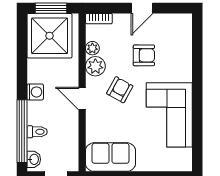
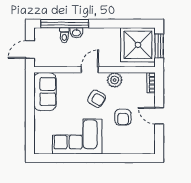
plant: (92, 48) -> (128, 78), removed
washing machine: (35, 92) -> (95, 34), removed
washbasin: (34, 159) -> (76, 33), moved

